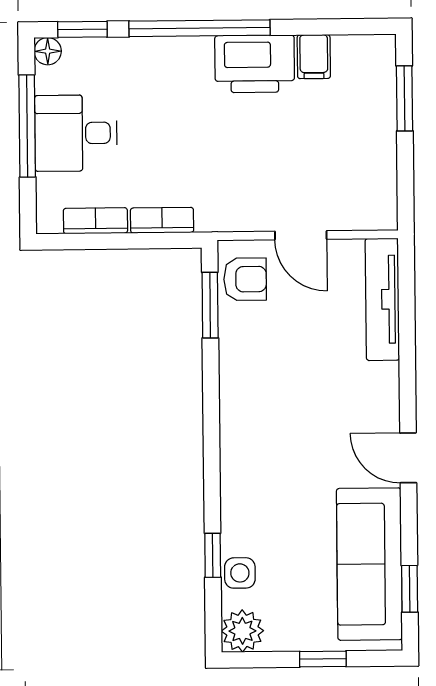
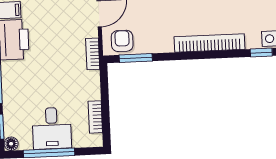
bookcase: (162, 220) -> (93, 54), moved
bookcase: (235, 453) -> (210, 43), added

